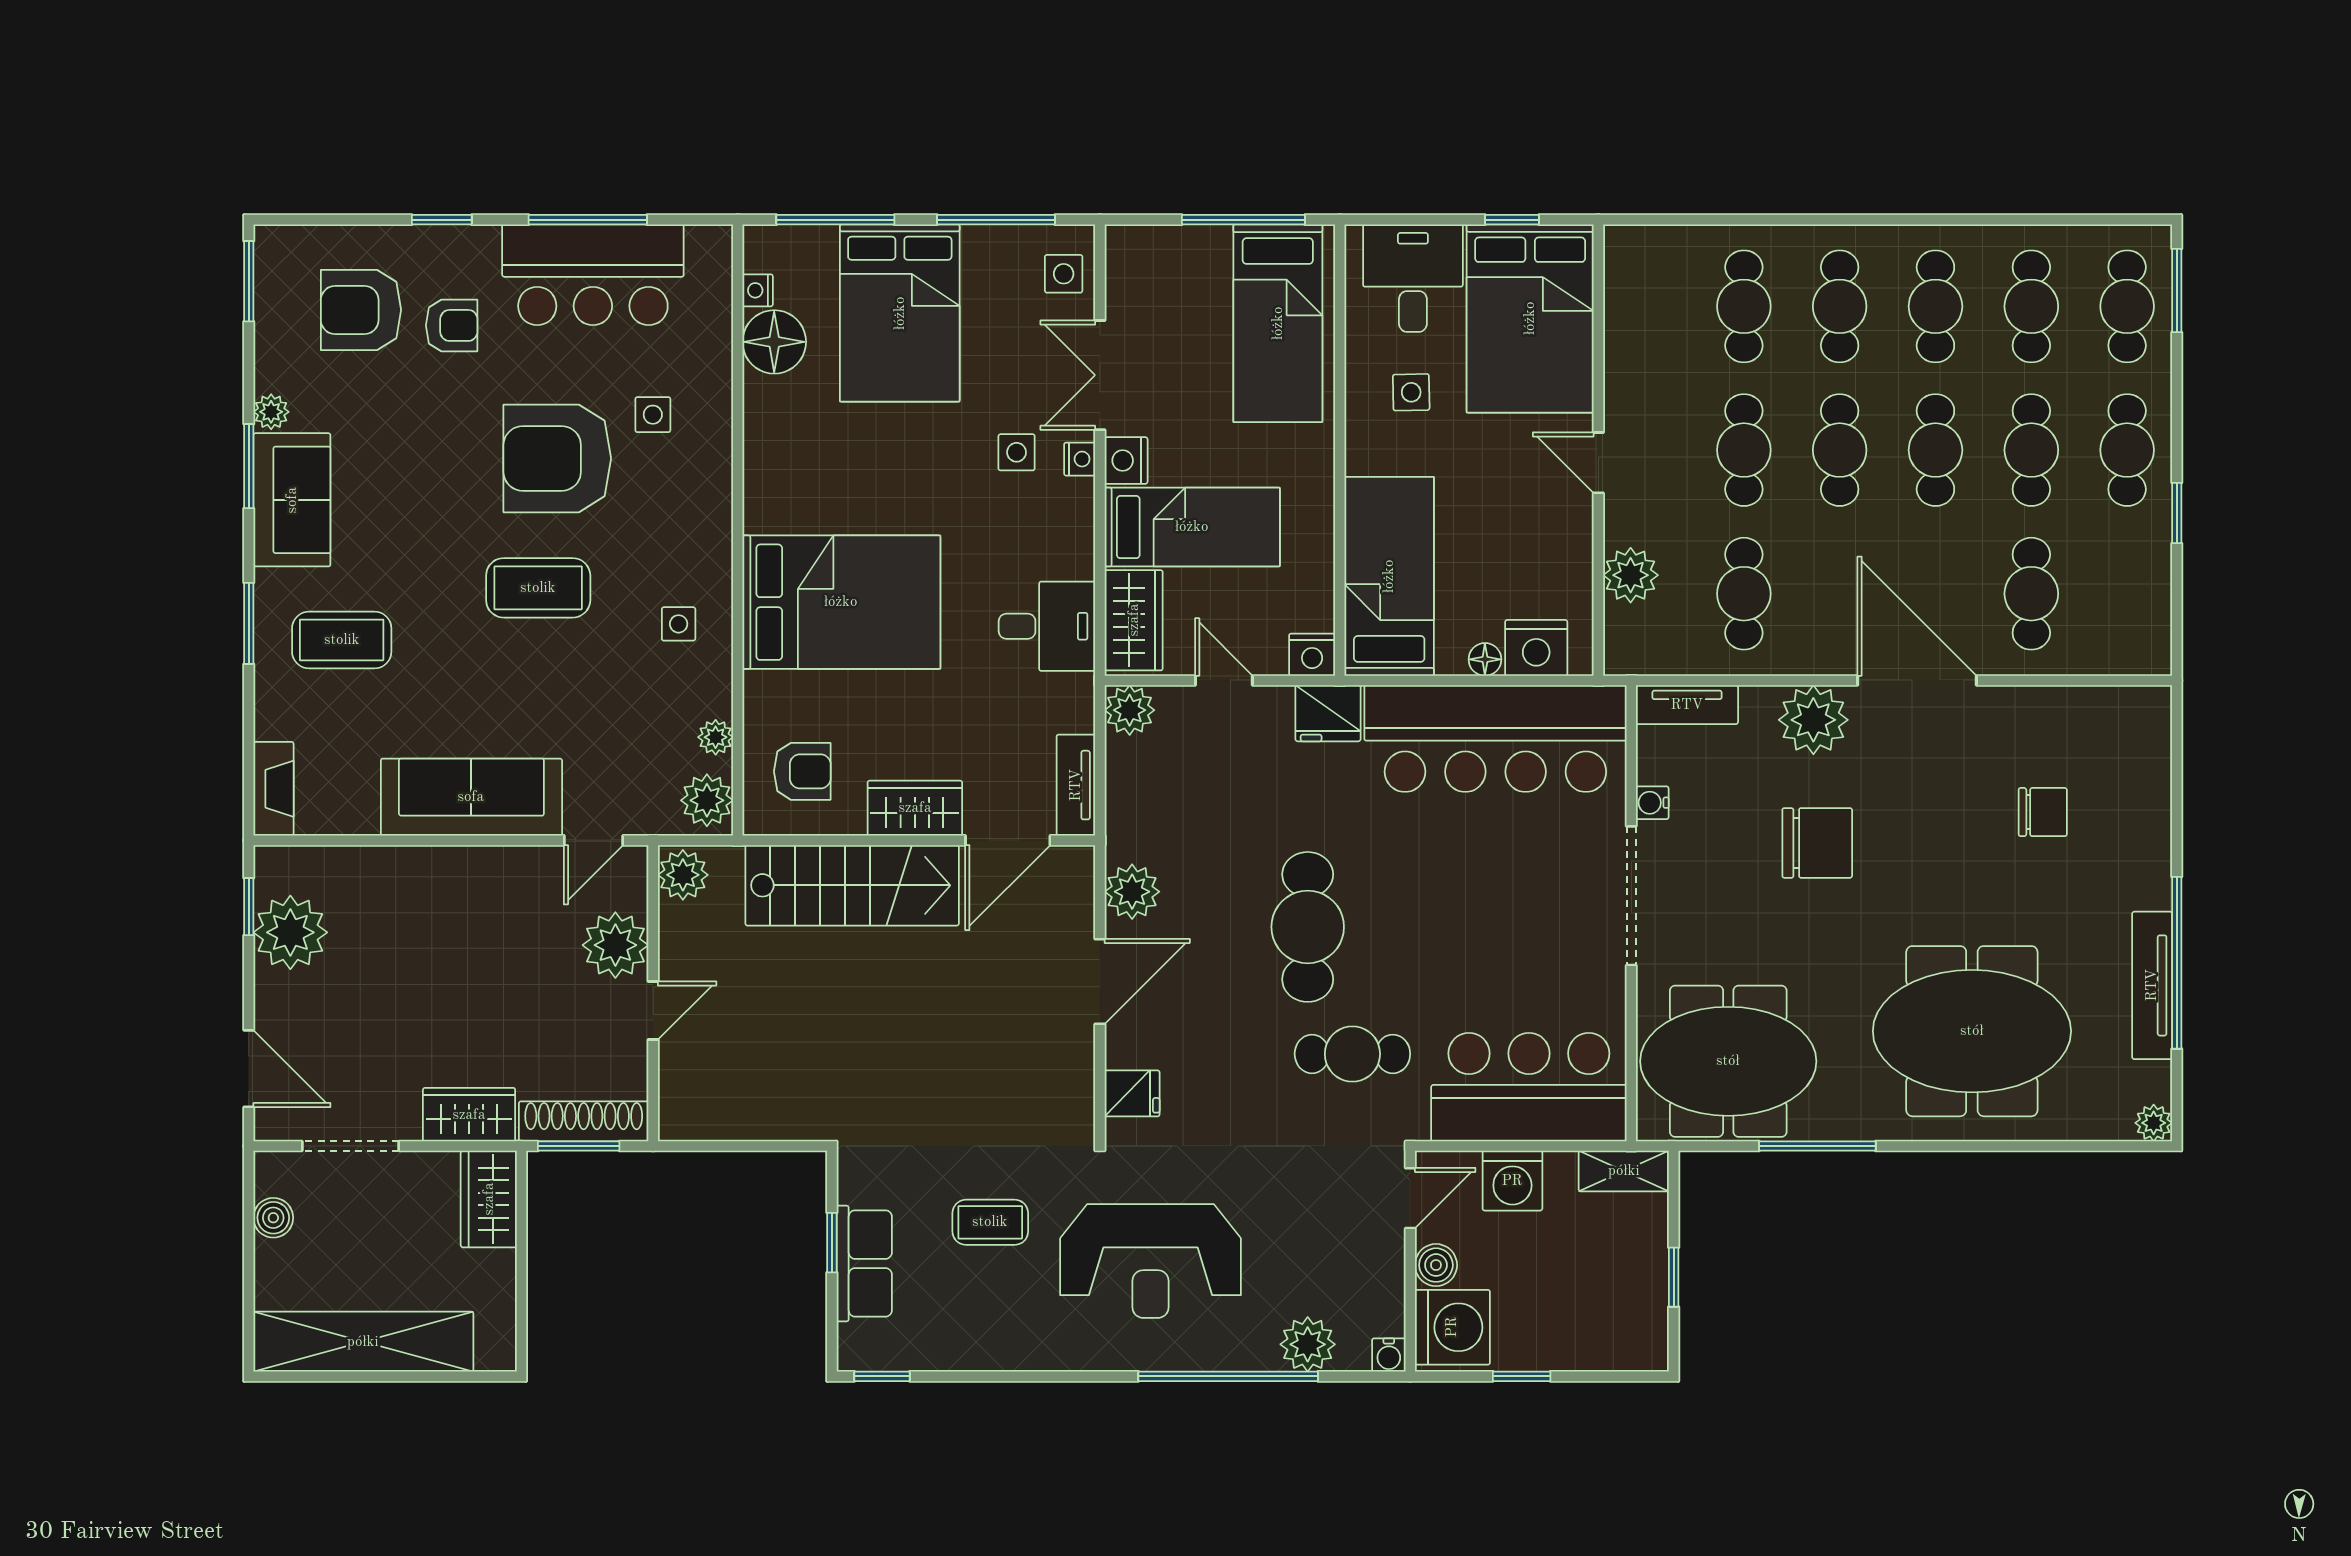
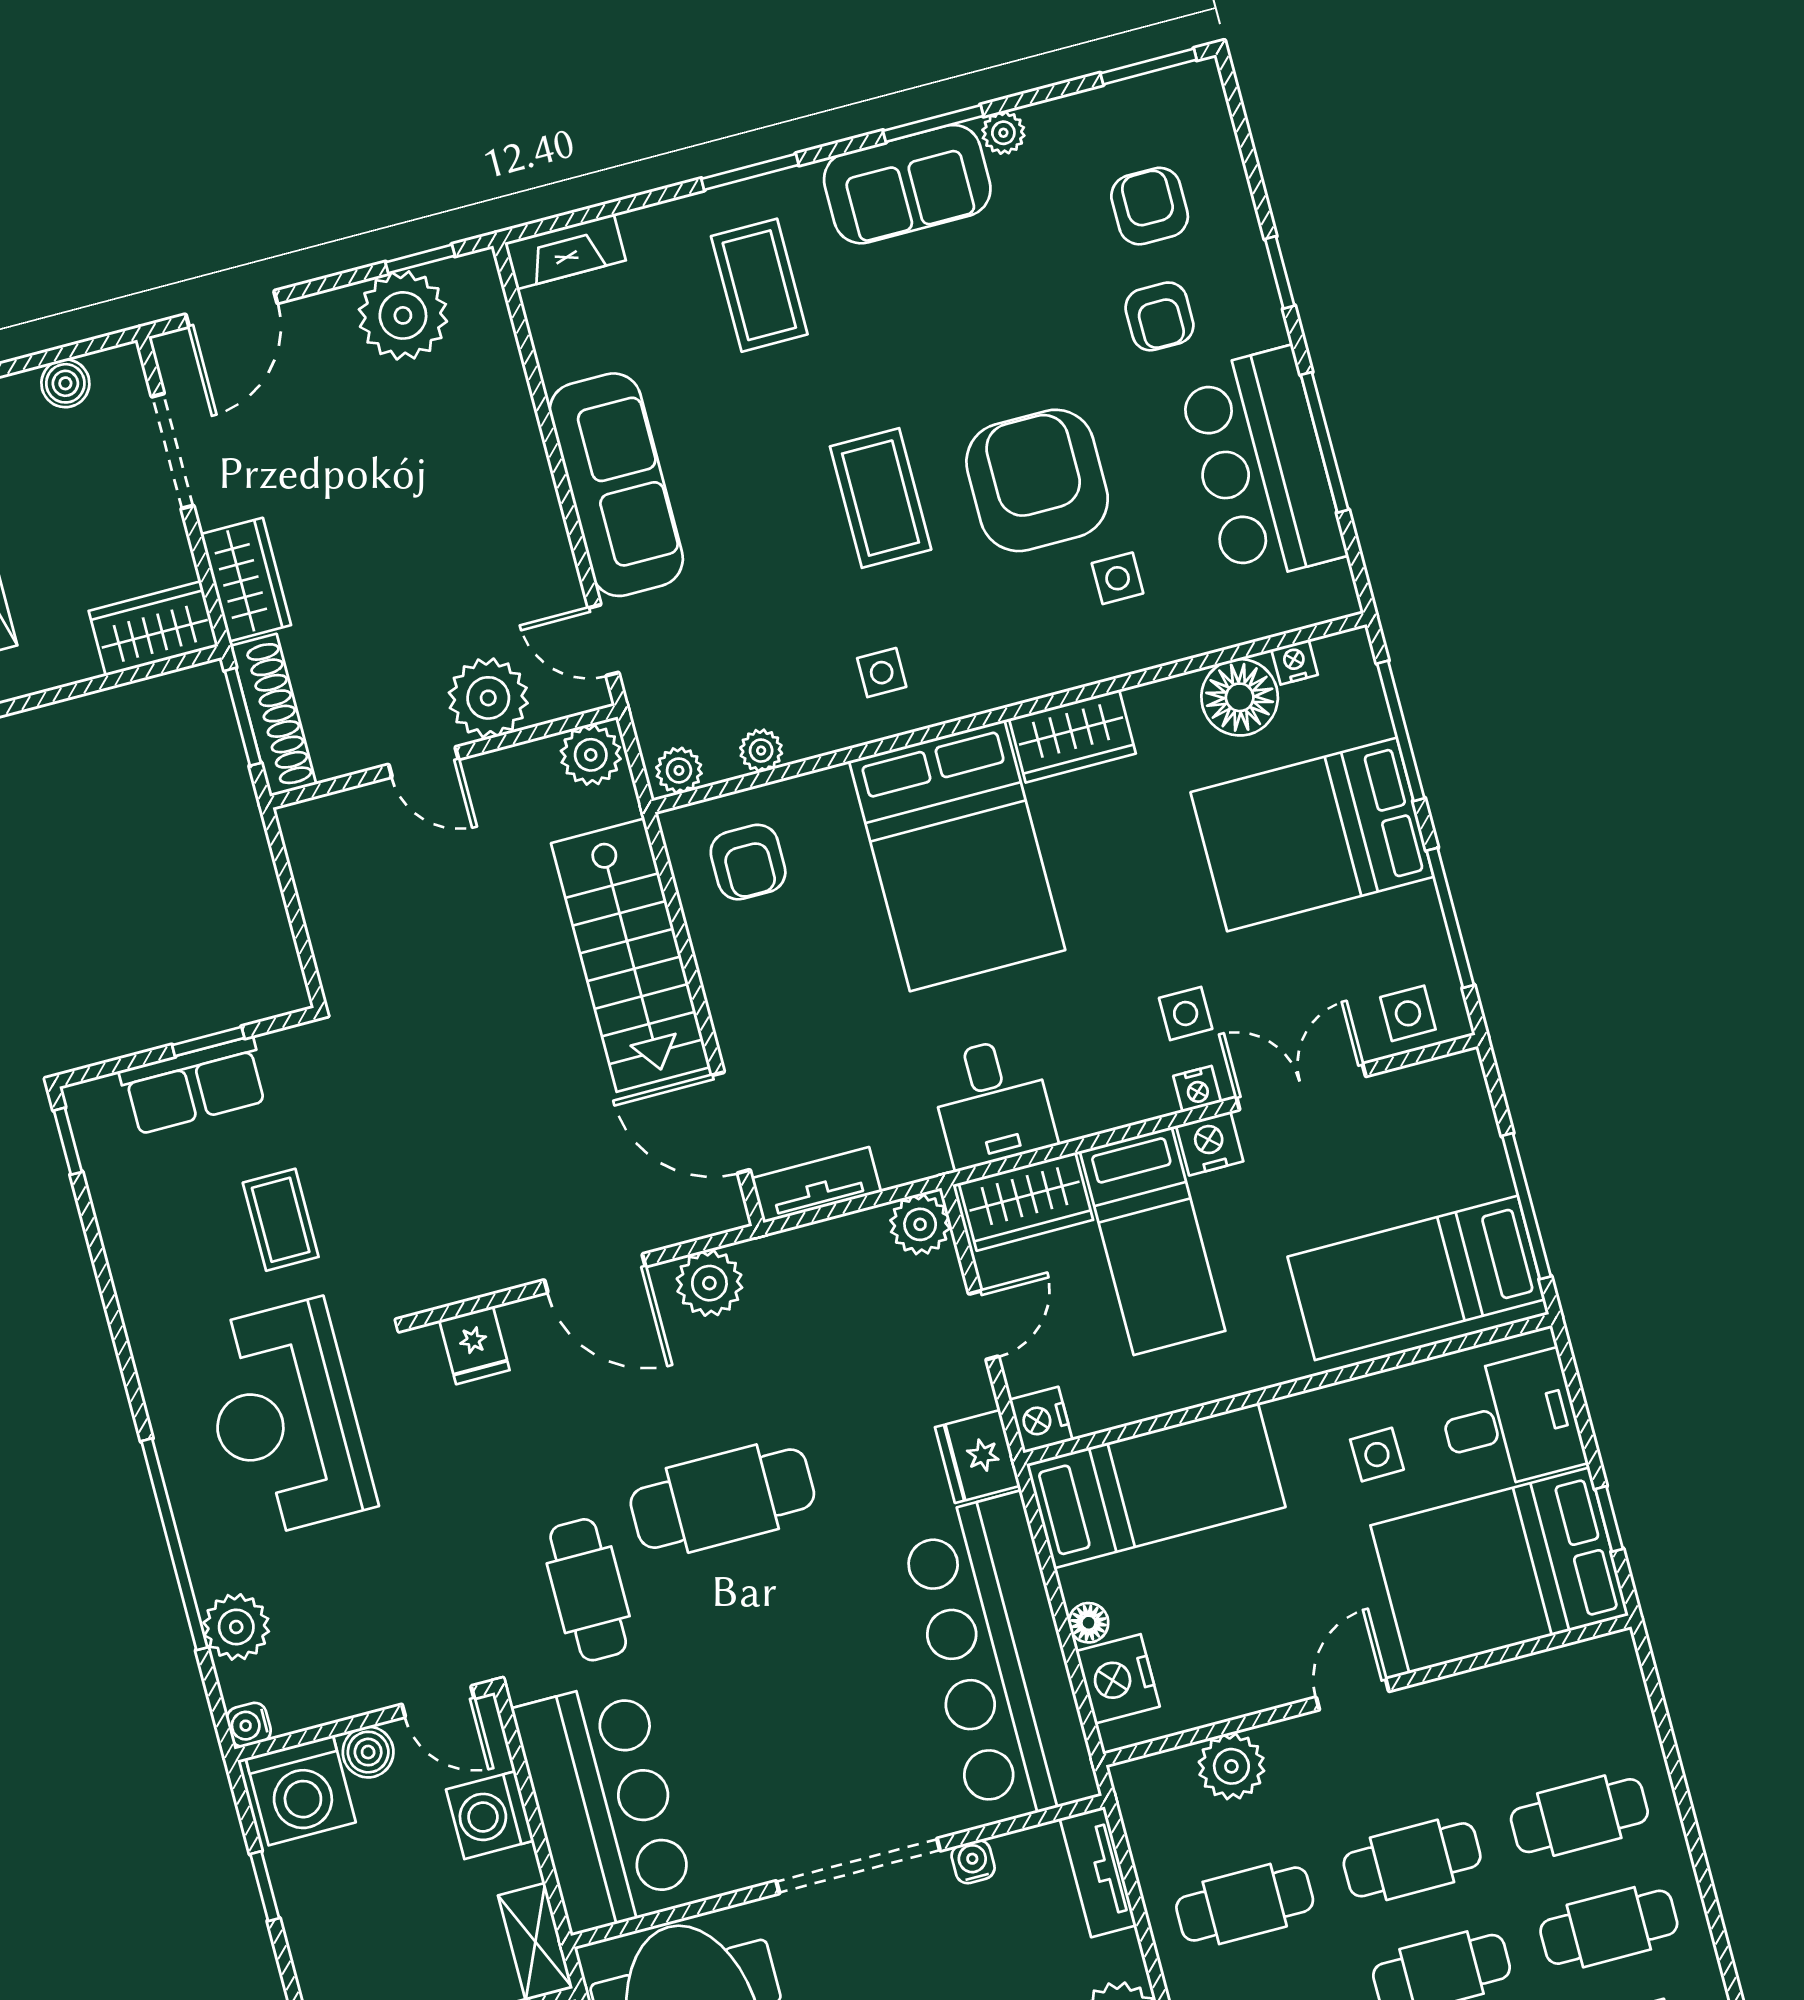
armchair: (361, 310) -> (1150, 206), width x0.72, depth x0.72
plant: (707, 800) -> (679, 770), width x0.73, depth x0.73
wardrobe: (915, 808) -> (1072, 736), moved, turned 90

